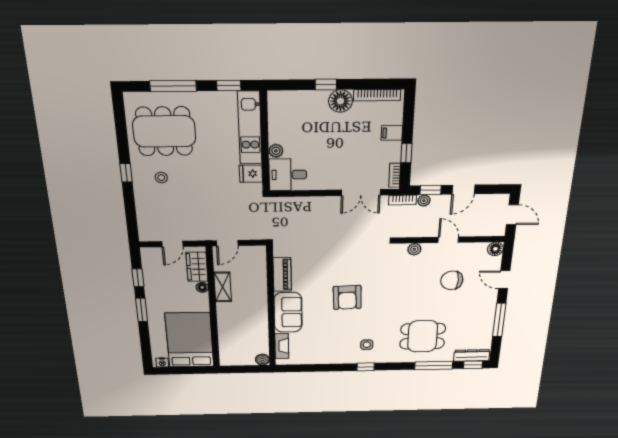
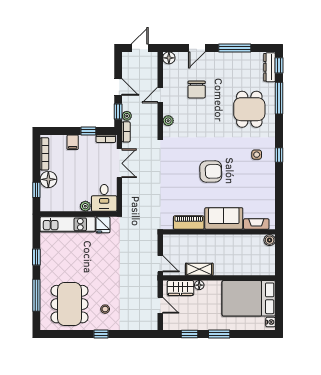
kitchen unit: (250, 128) -> (68, 224), moved
wall: (265, 142) -> (79, 214), moved
plant: (276, 151) -> (85, 206), moved
fridge: (251, 174) -> (103, 225), moved
desk: (288, 175) -> (104, 198), moved

